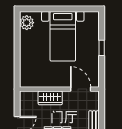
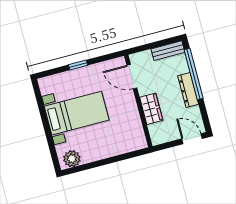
door: (81, 89) -> (132, 77), hinge flipped

